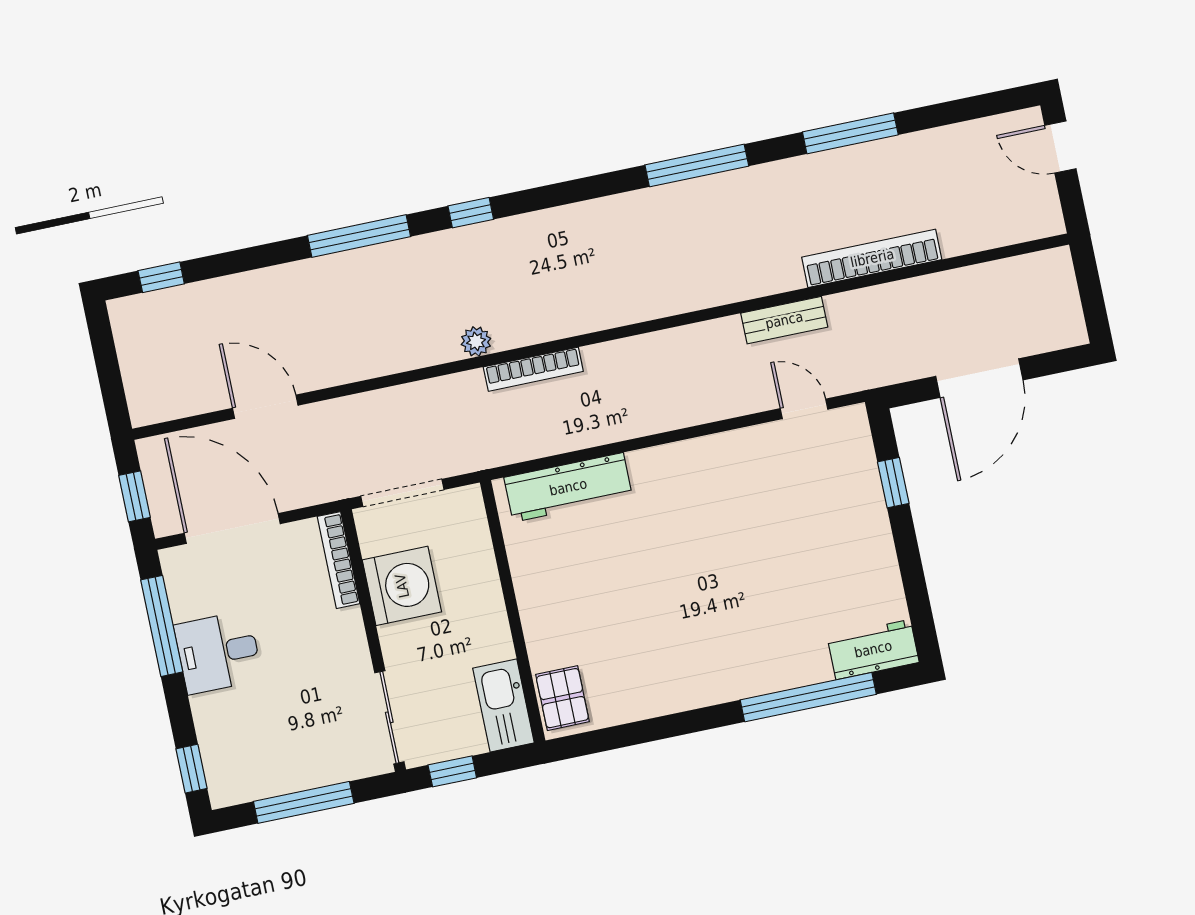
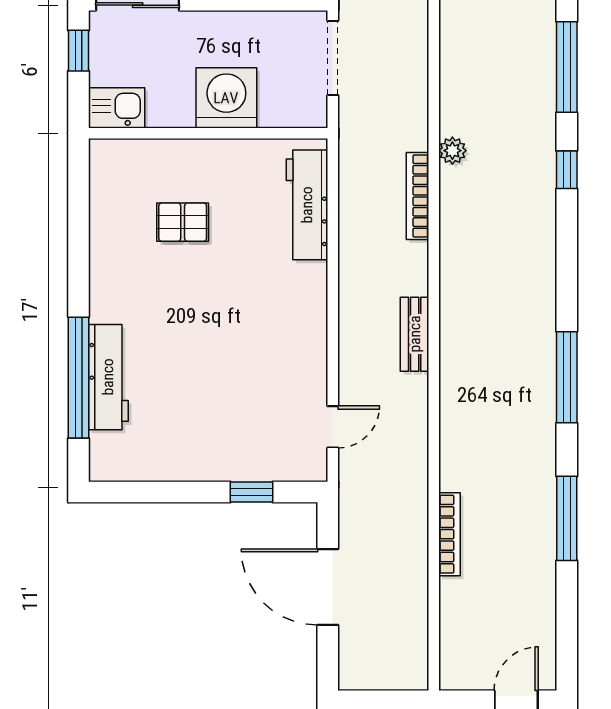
bookcase: (872, 258) -> (449, 534), width x0.68, depth x0.76
bench: (784, 320) -> (415, 334), moved
washing machine: (402, 586) -> (226, 98), moved, turned 180
workbench: (873, 649) -> (108, 377), moved, width x1.38
pallet: (562, 698) -> (183, 222), moved
kitchen sink: (503, 705) -> (117, 108), width x0.73

